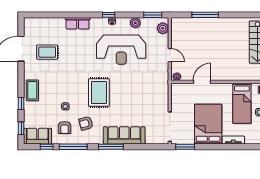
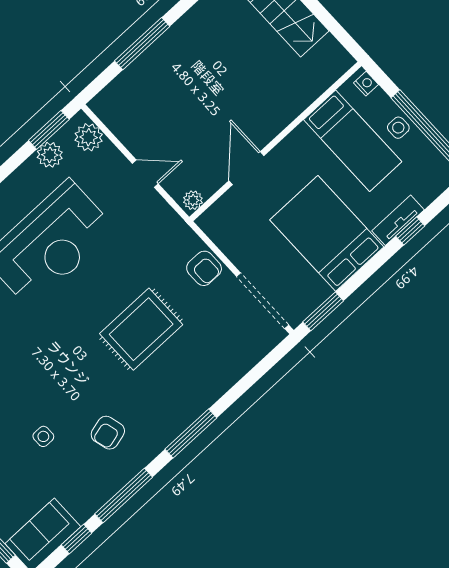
plant: (135, 23) -> (50, 155), moved
rug: (99, 93) -> (141, 329), moved, turned 90
armchair: (65, 128) -> (204, 268), moved
sofa: (124, 135) -> (196, 391), removed
window: (234, 147) -> (410, 231), added

